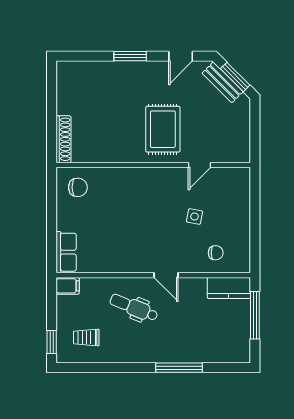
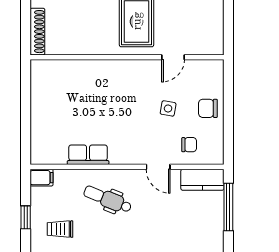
chair: (78, 187) -> (208, 108), moved, turned 180
row of seats: (66, 252) -> (88, 155), moved, turned -90
door: (166, 275) -> (158, 167), moved
window: (52, 342) -> (26, 217), moved

